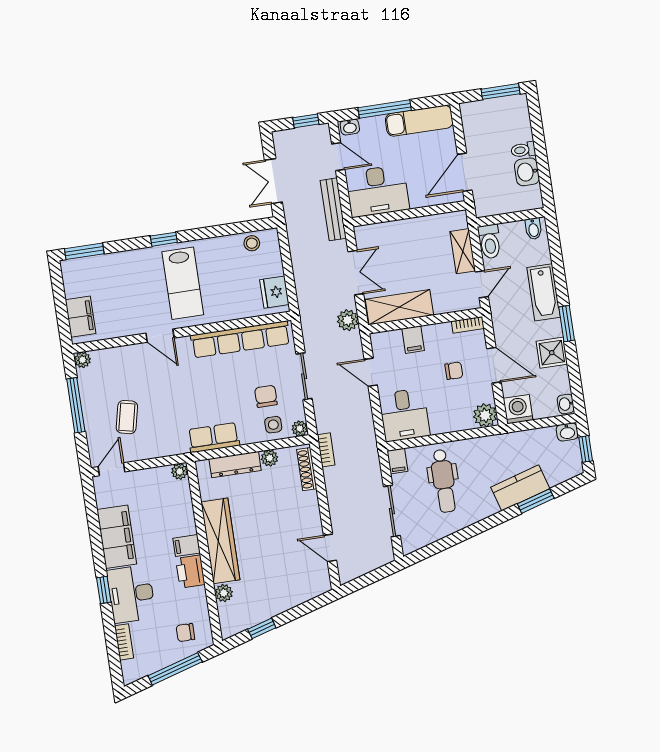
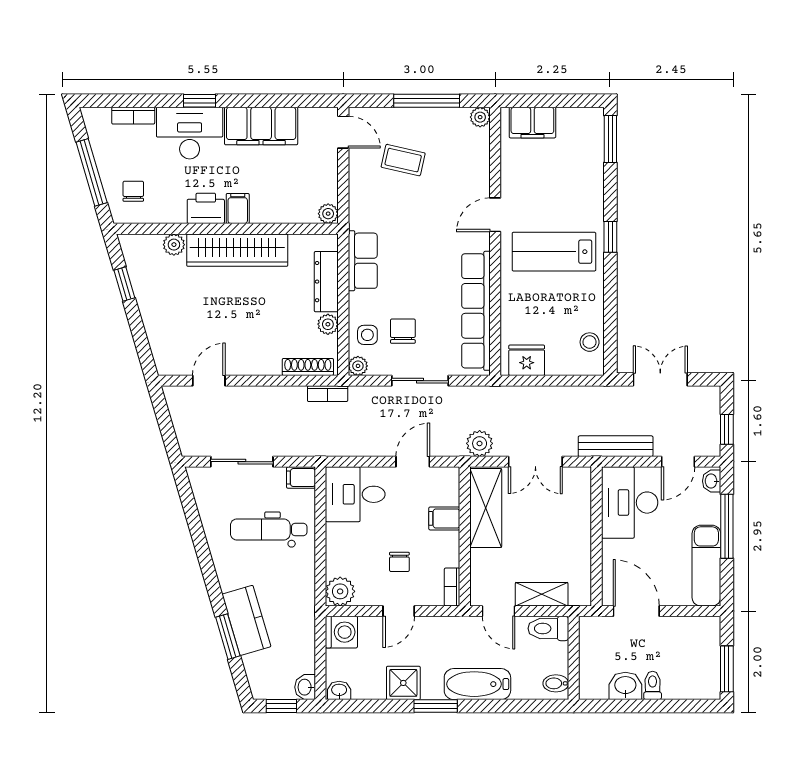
door: (494, 365) -> (399, 611), width x0.73
chair: (266, 396) -> (403, 331), turned -90

